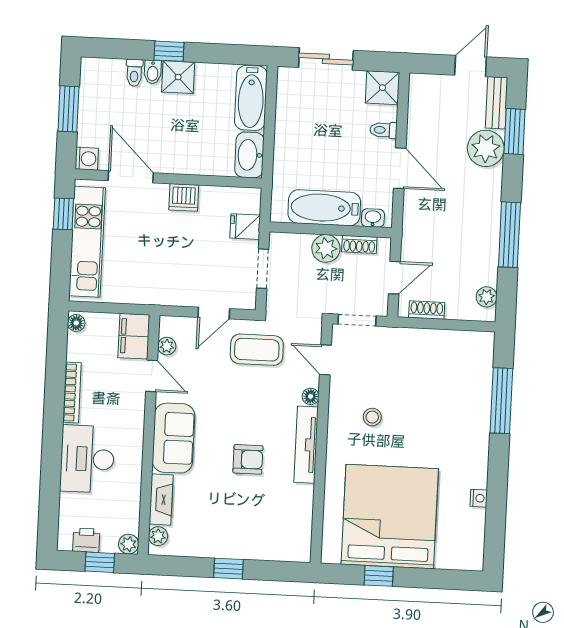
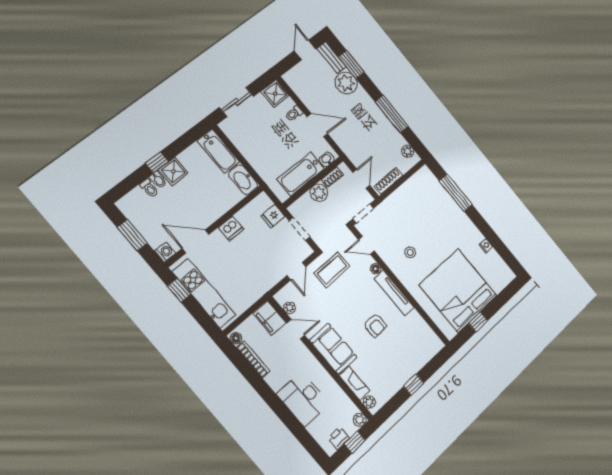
shoe rack: (427, 310) -> (388, 181), width x1.43
bookcase: (72, 393) -> (253, 359), moved
armchair: (248, 459) -> (375, 325), turned 90

